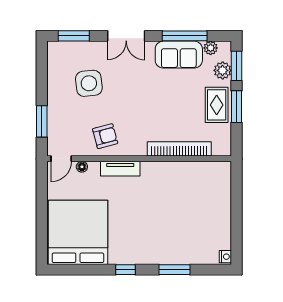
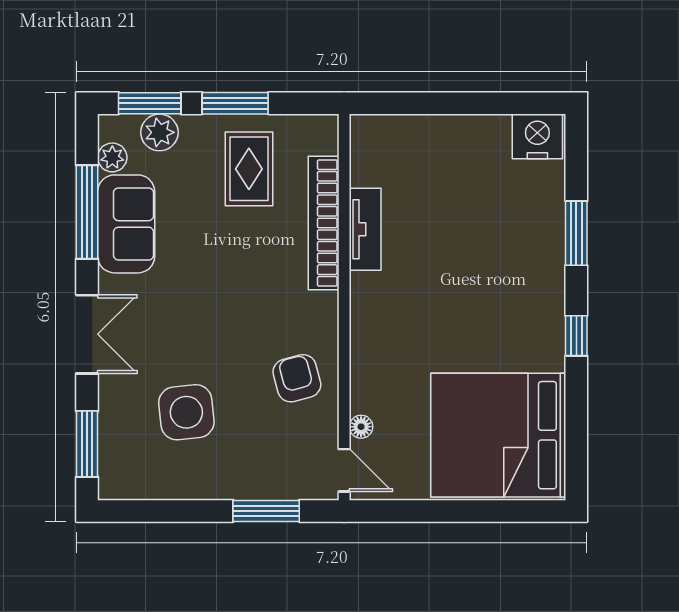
rug: (217, 105) -> (249, 169), moved, turned 90
tv unit: (120, 169) -> (365, 229), moved
nightstand: (225, 257) -> (537, 136), width x1.89, depth x1.79

